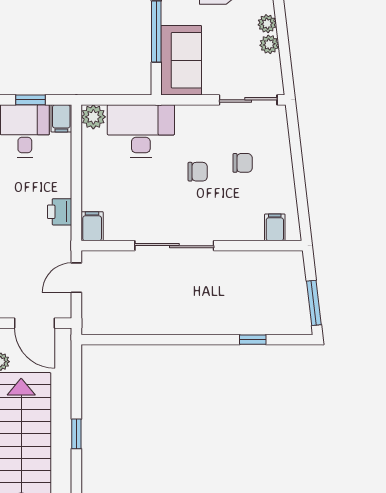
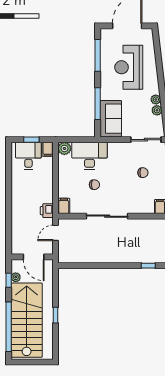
chair: (198, 172) -> (94, 185), moved
printer: (60, 212) -> (47, 211), moved

